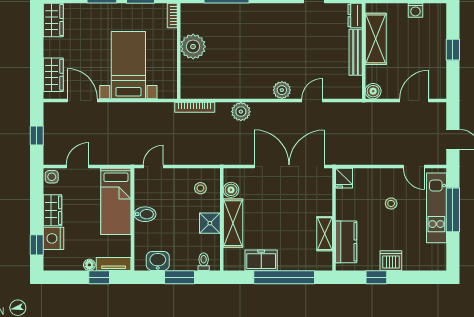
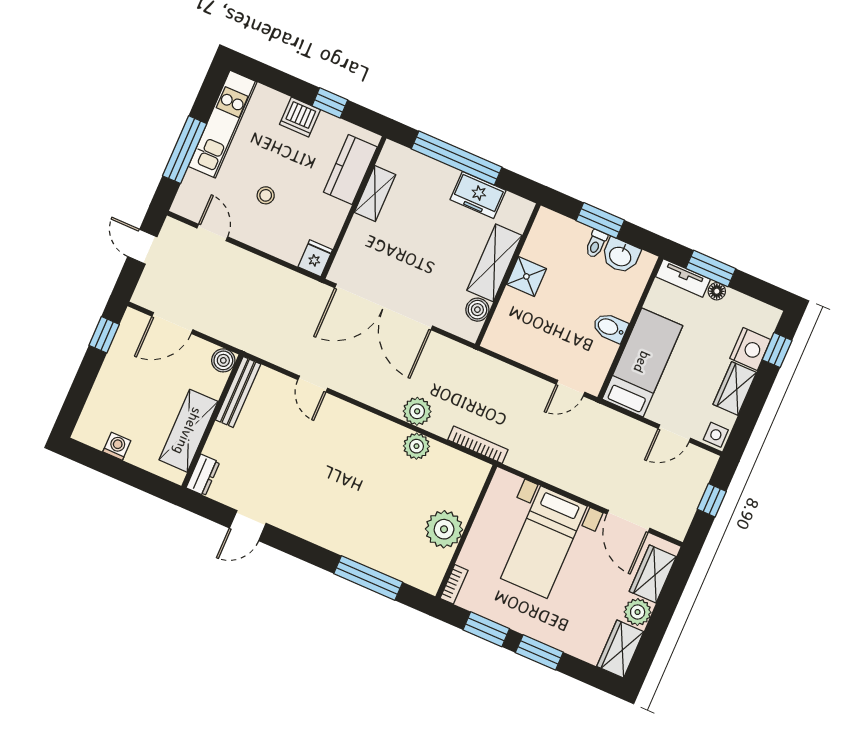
plant: (52, 47) -> (638, 612), added
window: (453, 50) -> (104, 335), moved
bench: (356, 52) -> (238, 392), moved
plant: (282, 90) -> (416, 446), moved
door: (312, 101) -> (313, 384), hinge flipped
stool: (200, 188) -> (518, 330), removed
kitchen unit: (436, 208) -> (223, 124), moved
toilet: (204, 262) -> (596, 244), moved
window: (99, 277) -> (711, 268), width x1.50

